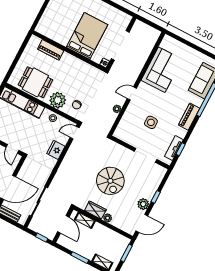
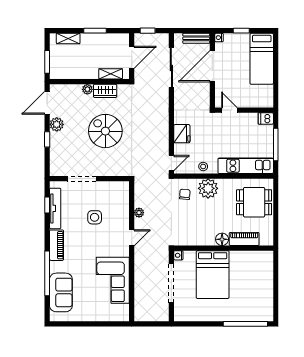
floor lamp: (67, 58) -> (222, 239), added
dining table: (35, 82) -> (254, 202), moved
tv unit: (174, 148) -> (55, 208), width x1.41
door: (63, 224) -> (132, 57), swing flipped

